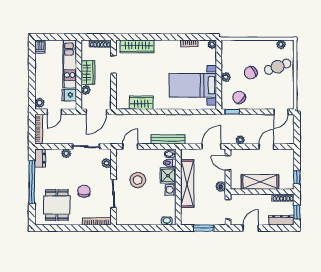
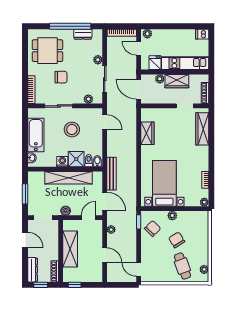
bench: (168, 139) -> (112, 174), moved
dresser: (40, 158) -> (83, 34), moved
bathtub: (143, 217) -> (36, 135), added

